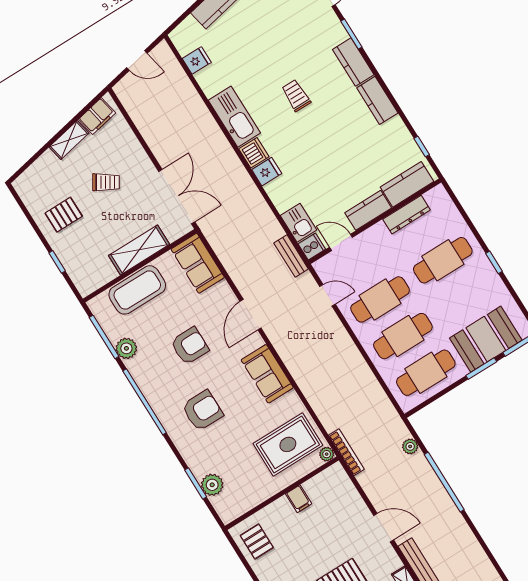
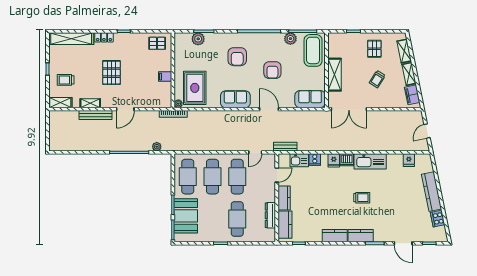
shelving: (40, 168) -> (404, 51), added
cooker: (312, 247) -> (315, 160), moved
coffee table: (137, 290) -> (313, 50), moved

